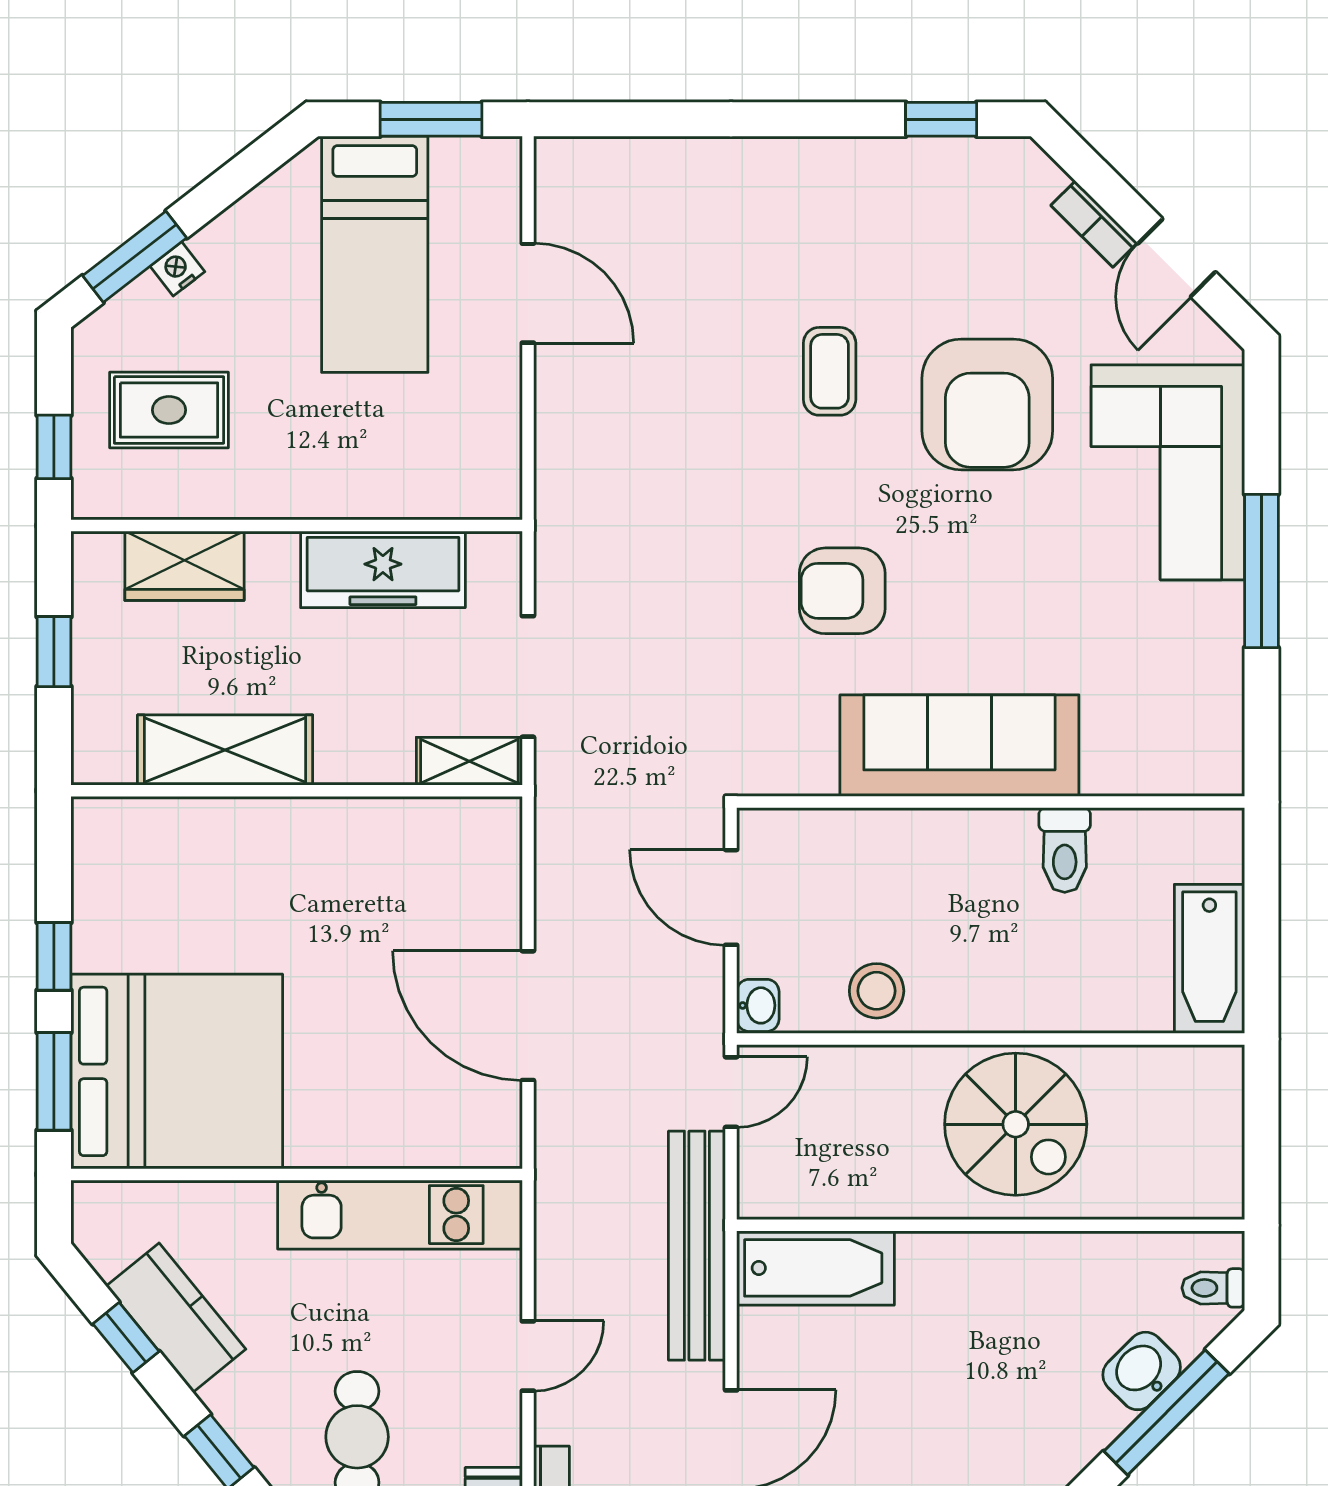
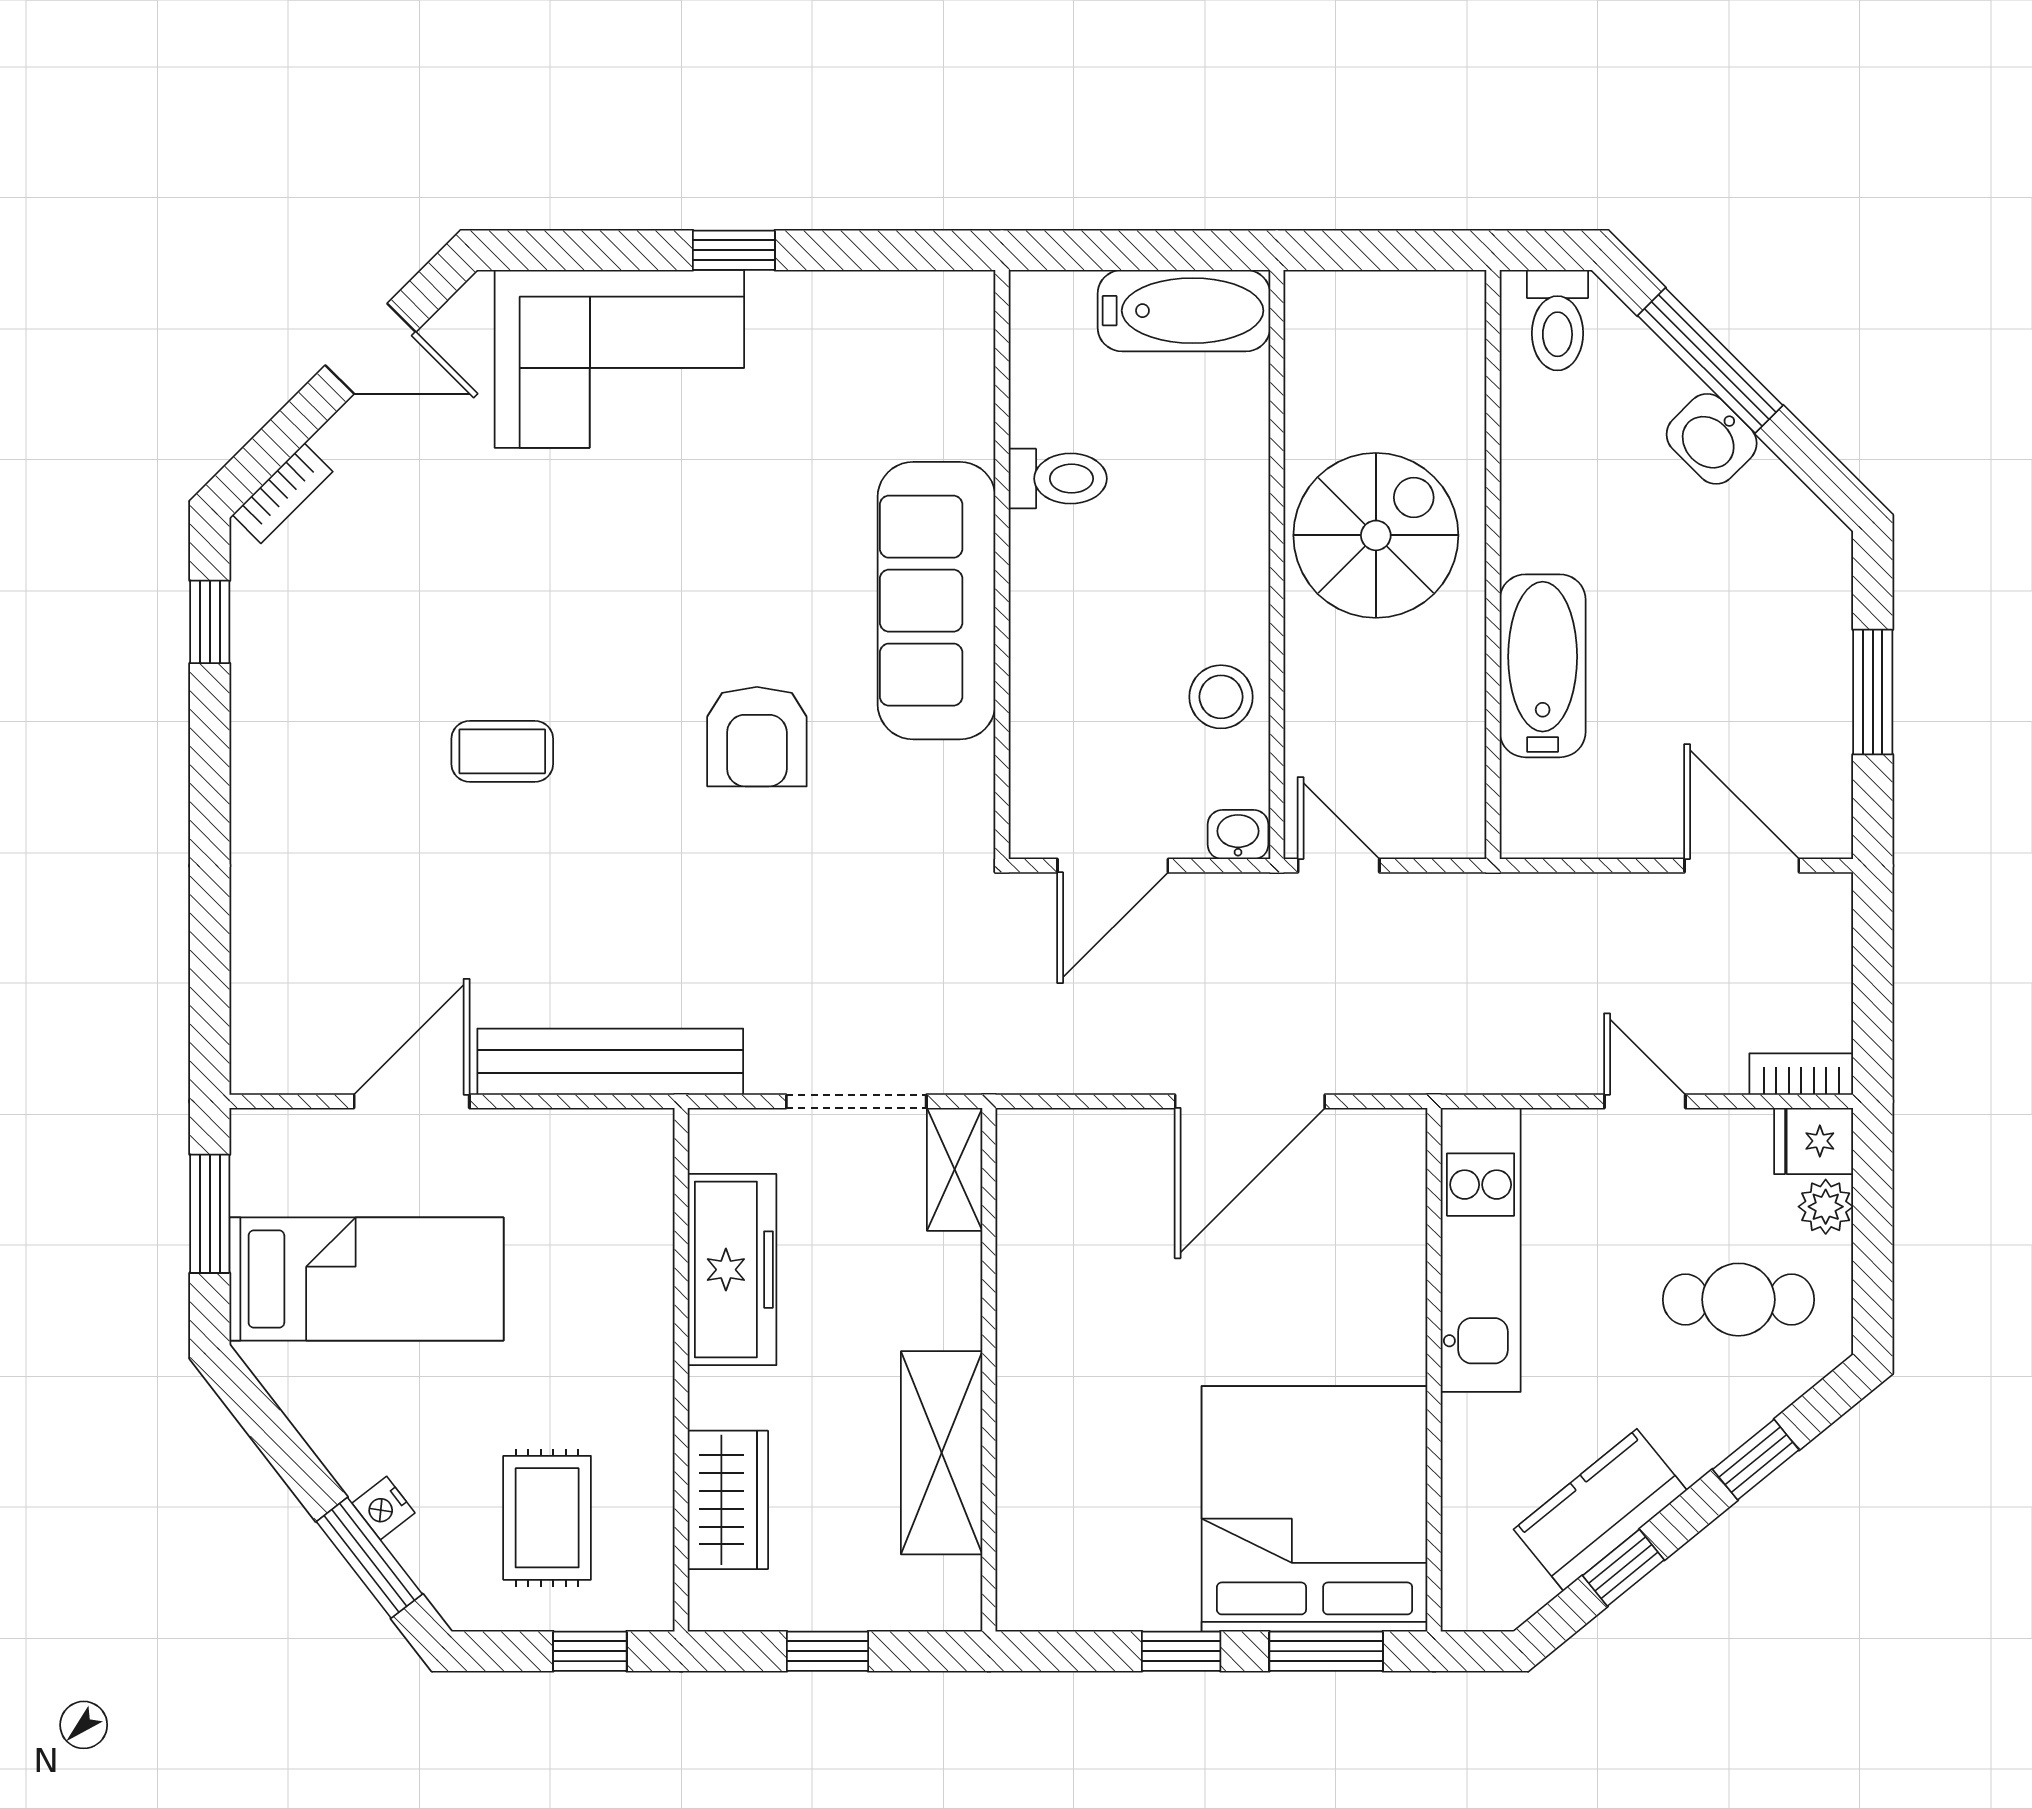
bookcase: (1094, 224) -> (283, 493), moved
armchair: (987, 404) -> (541, 568), removed
window: (1261, 571) -> (734, 250), width x0.46
bench: (697, 1246) -> (610, 1062), moved
bathtub: (816, 1268) -> (1543, 666), moved
toilet: (1213, 1288) -> (1557, 320), width x1.37, depth x1.39
washbasin: (1142, 1371) -> (1712, 439), moved

